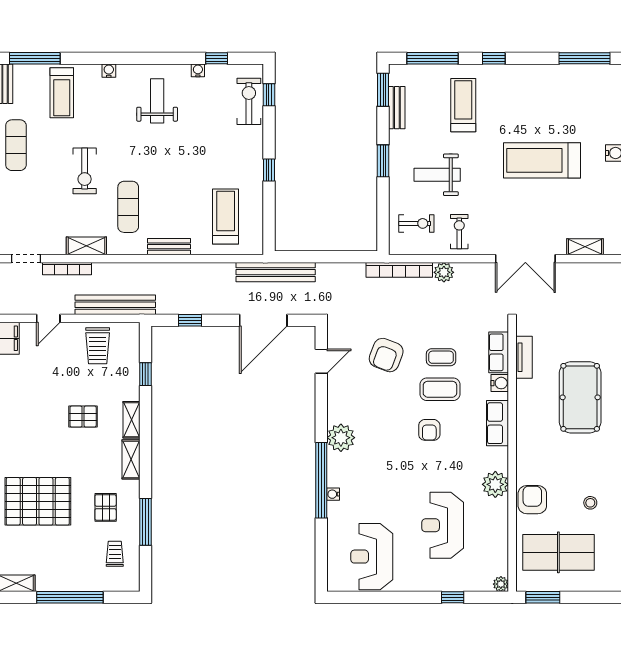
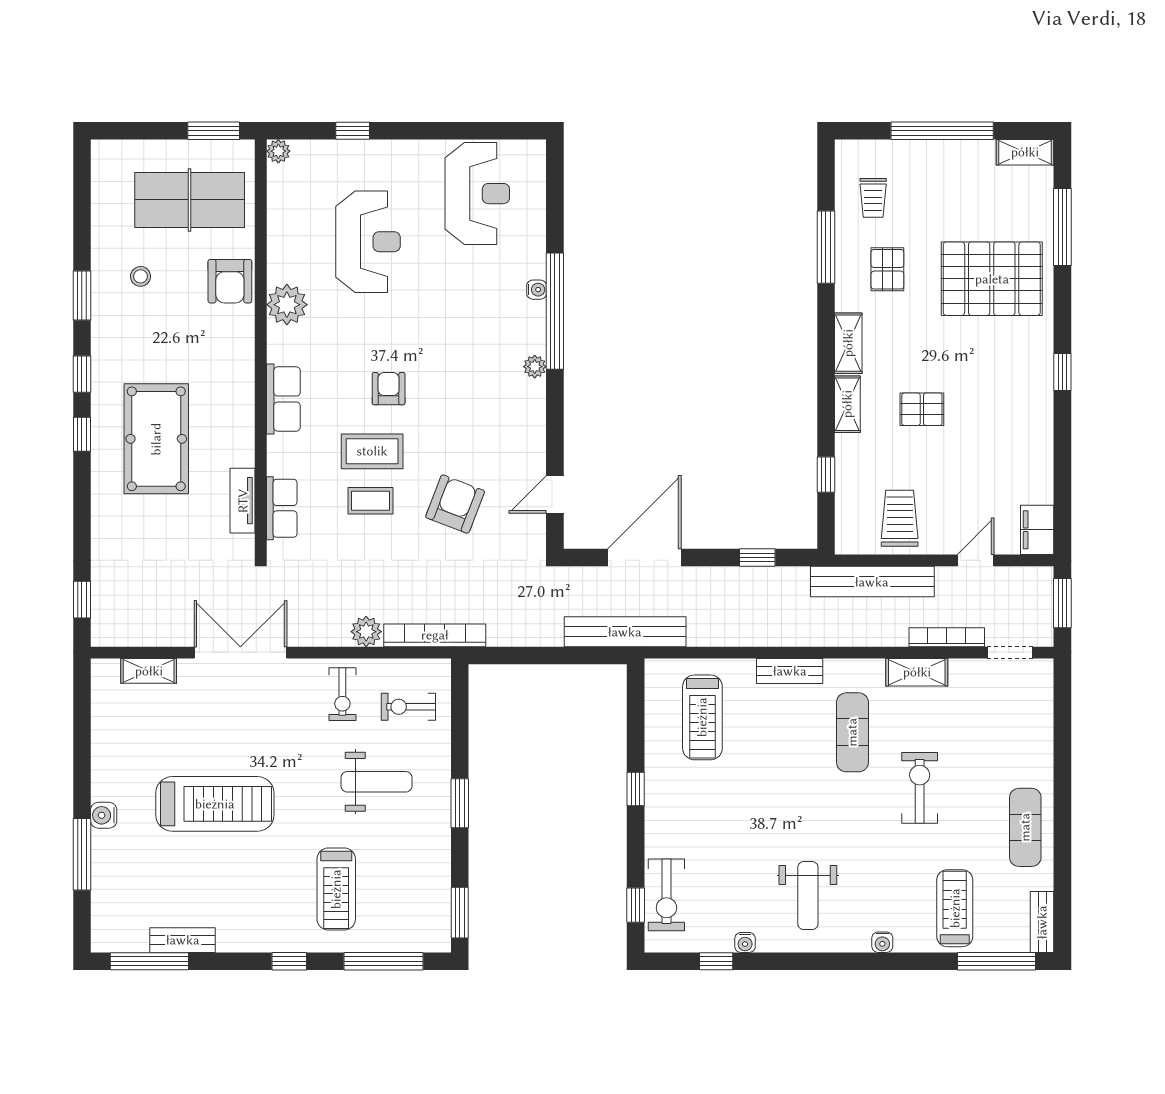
bench: (397, 108) -> (183, 940), moved, turned 90
water cooler: (500, 383) -> (280, 461), removed
plant: (341, 438) -> (535, 367), width x0.53, depth x0.53

